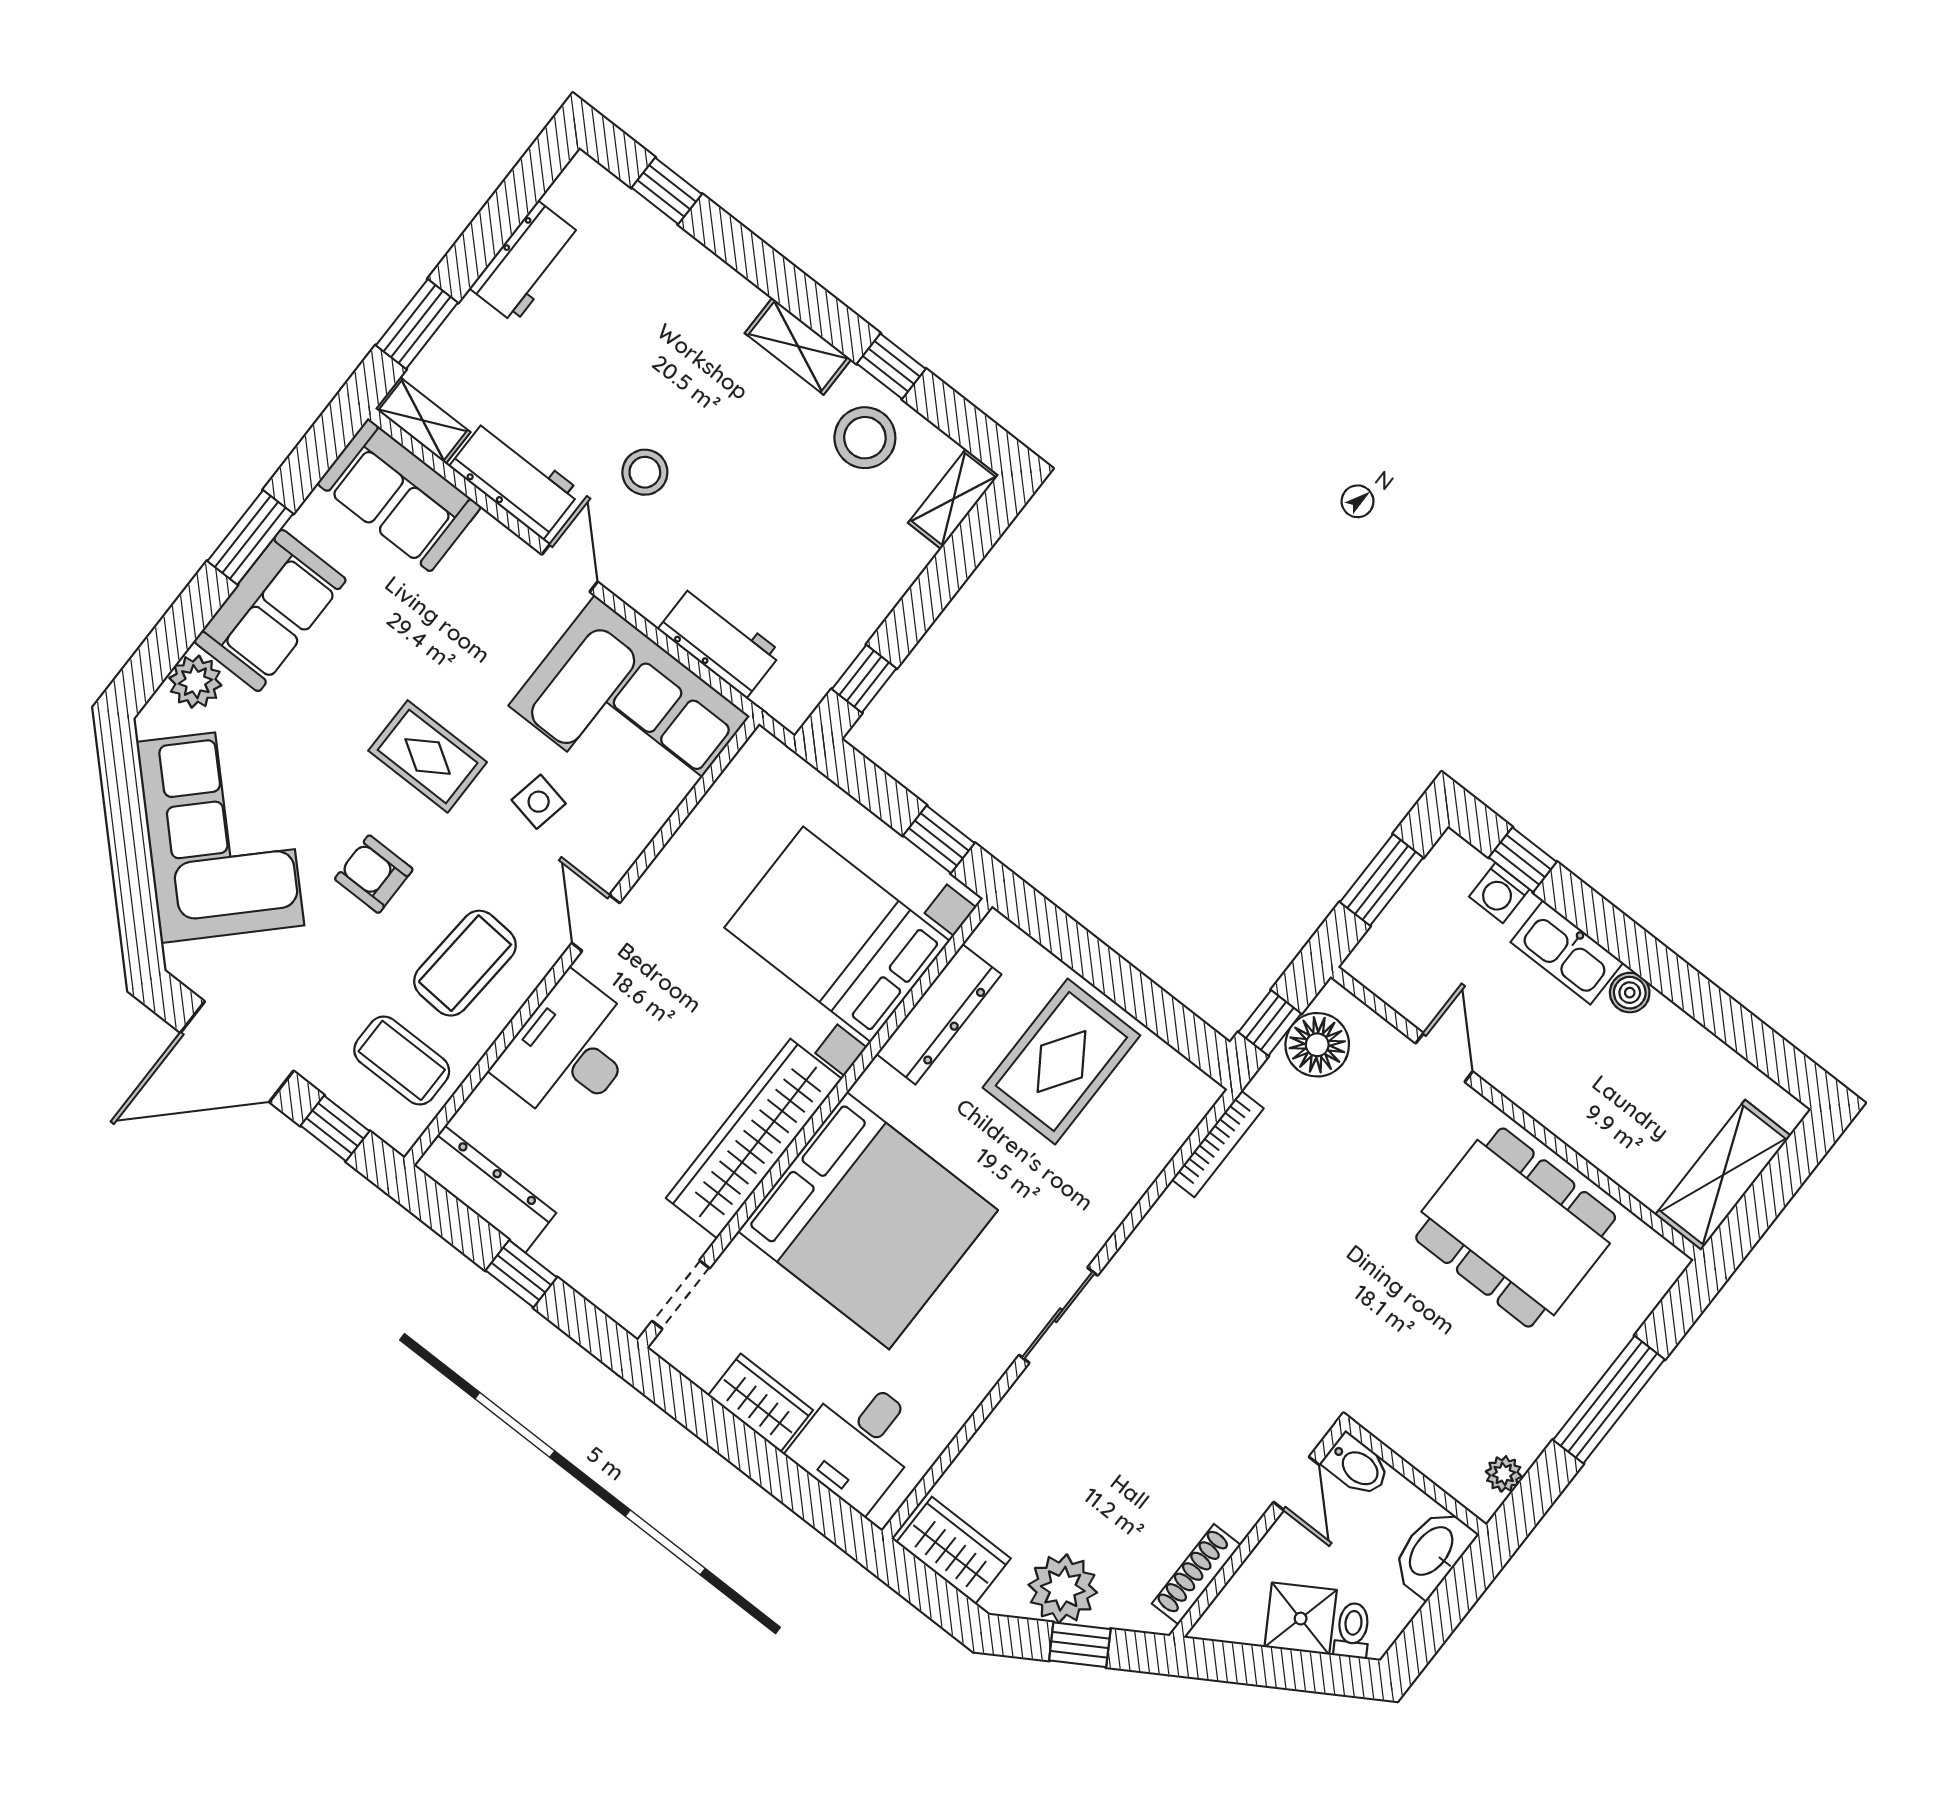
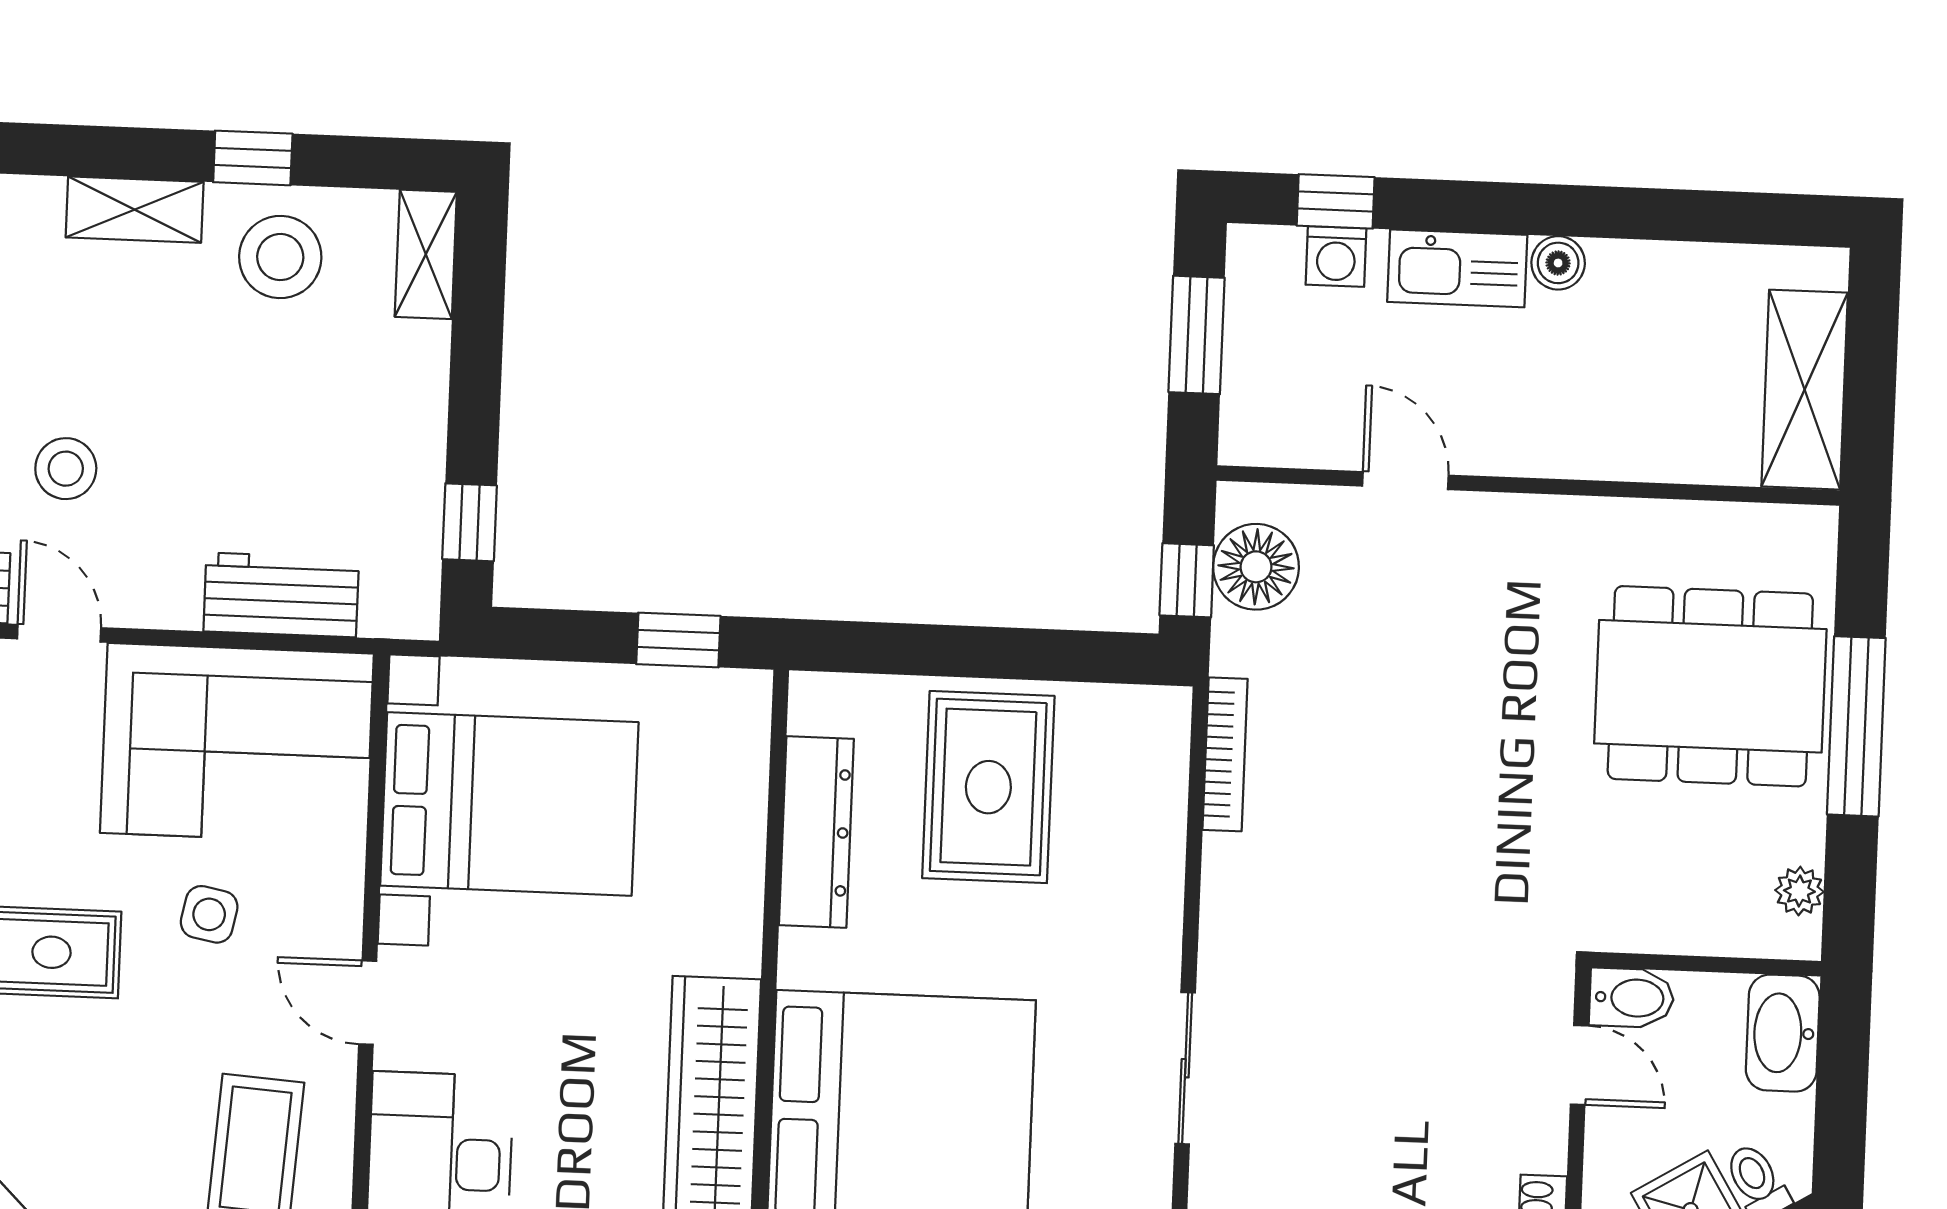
armchair: (374, 874) -> (85, 1124), removed
bed with nightstands: (837, 934) -> (509, 804), moved, turned 180
dining table: (1516, 1228) -> (1710, 686), moved

